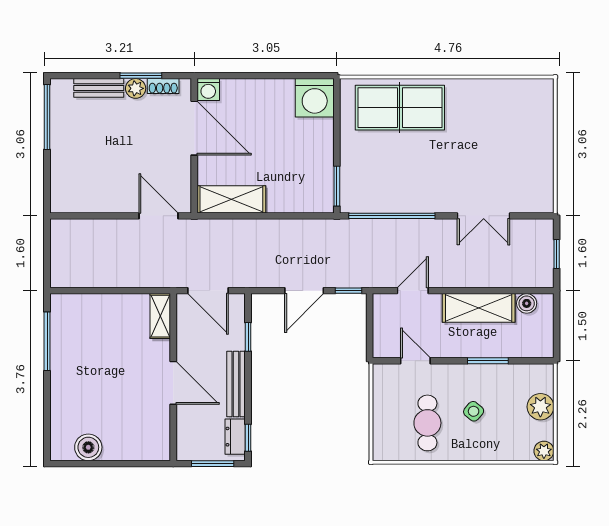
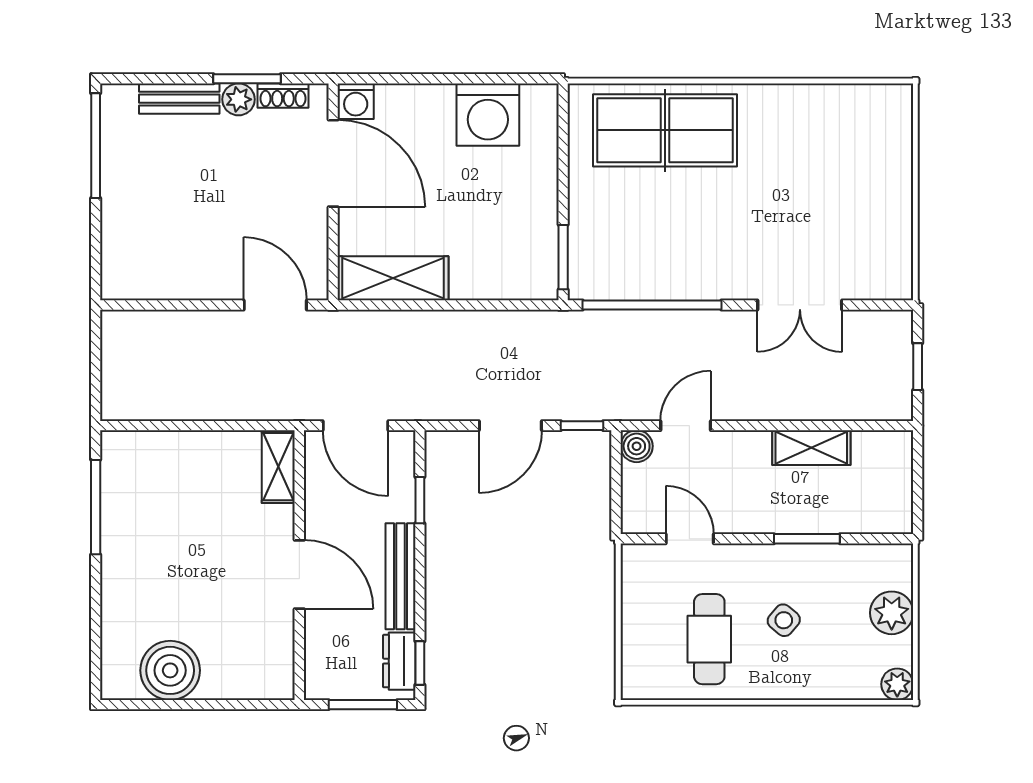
washing machine: (315, 98) -> (488, 115), moved
boiler: (527, 303) -> (637, 446), moved
shelving: (479, 308) -> (811, 448), width x0.67, depth x0.75
boiler: (88, 447) -> (170, 670), width x1.37, depth x1.37

